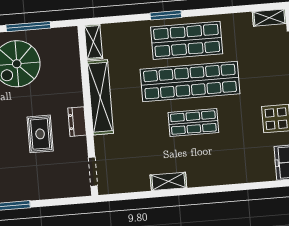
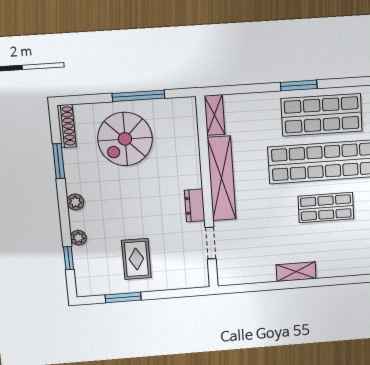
rug: (40, 134) -> (136, 259), moved
doorway: (93, 172) -> (211, 243), moved

